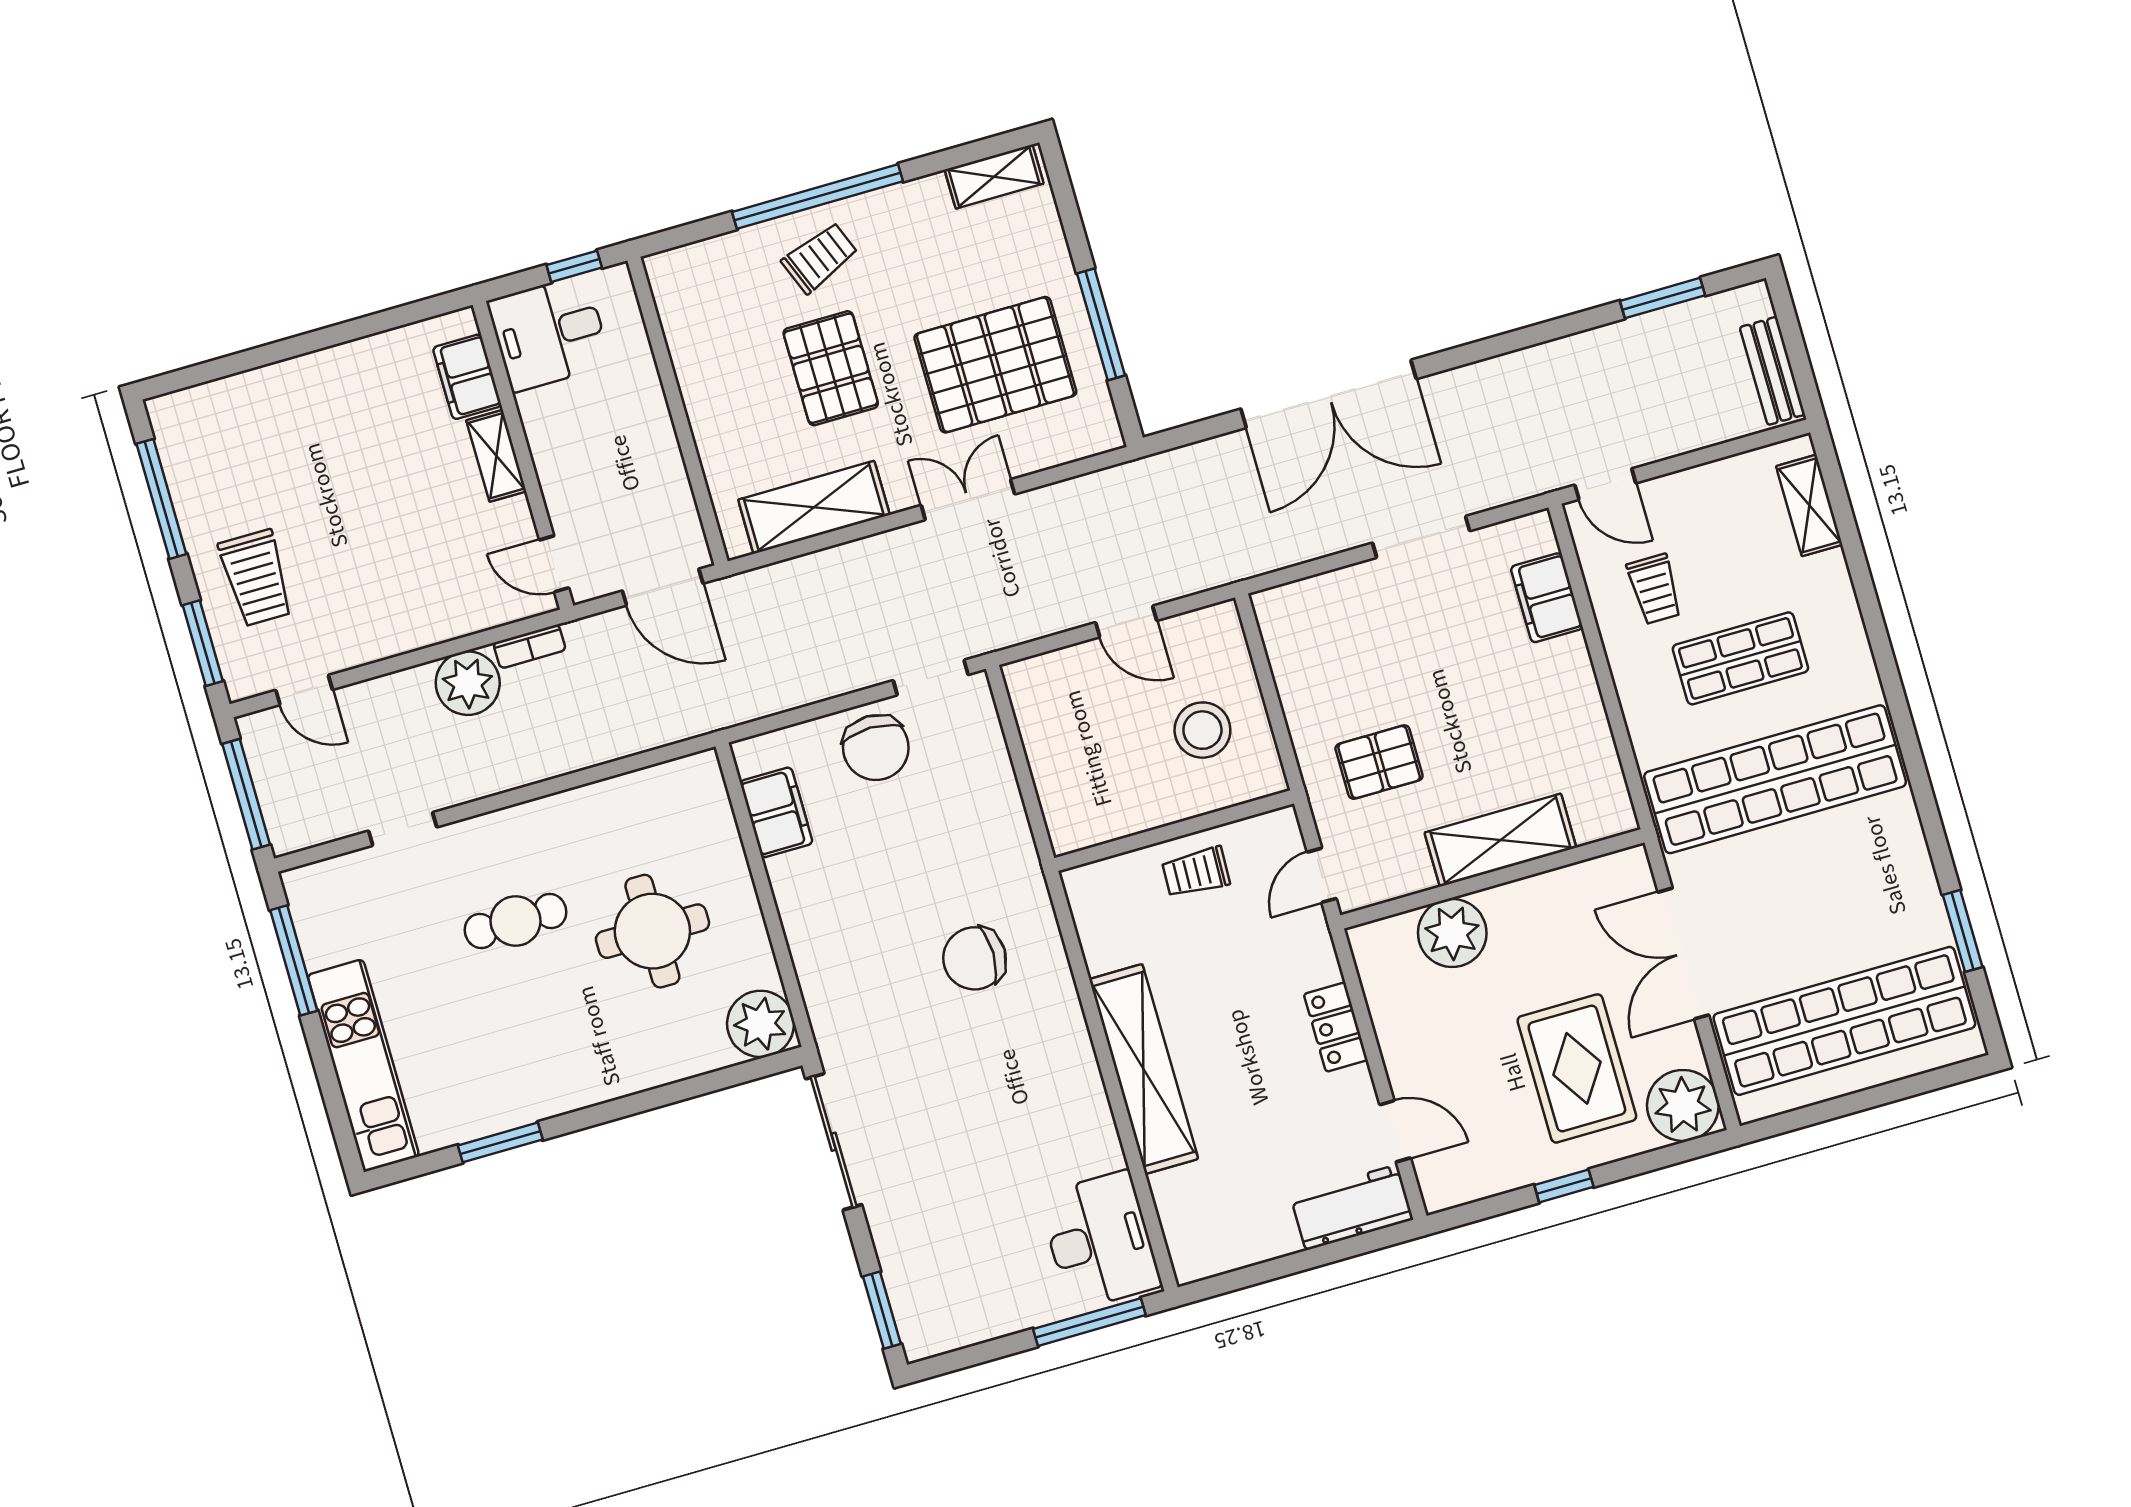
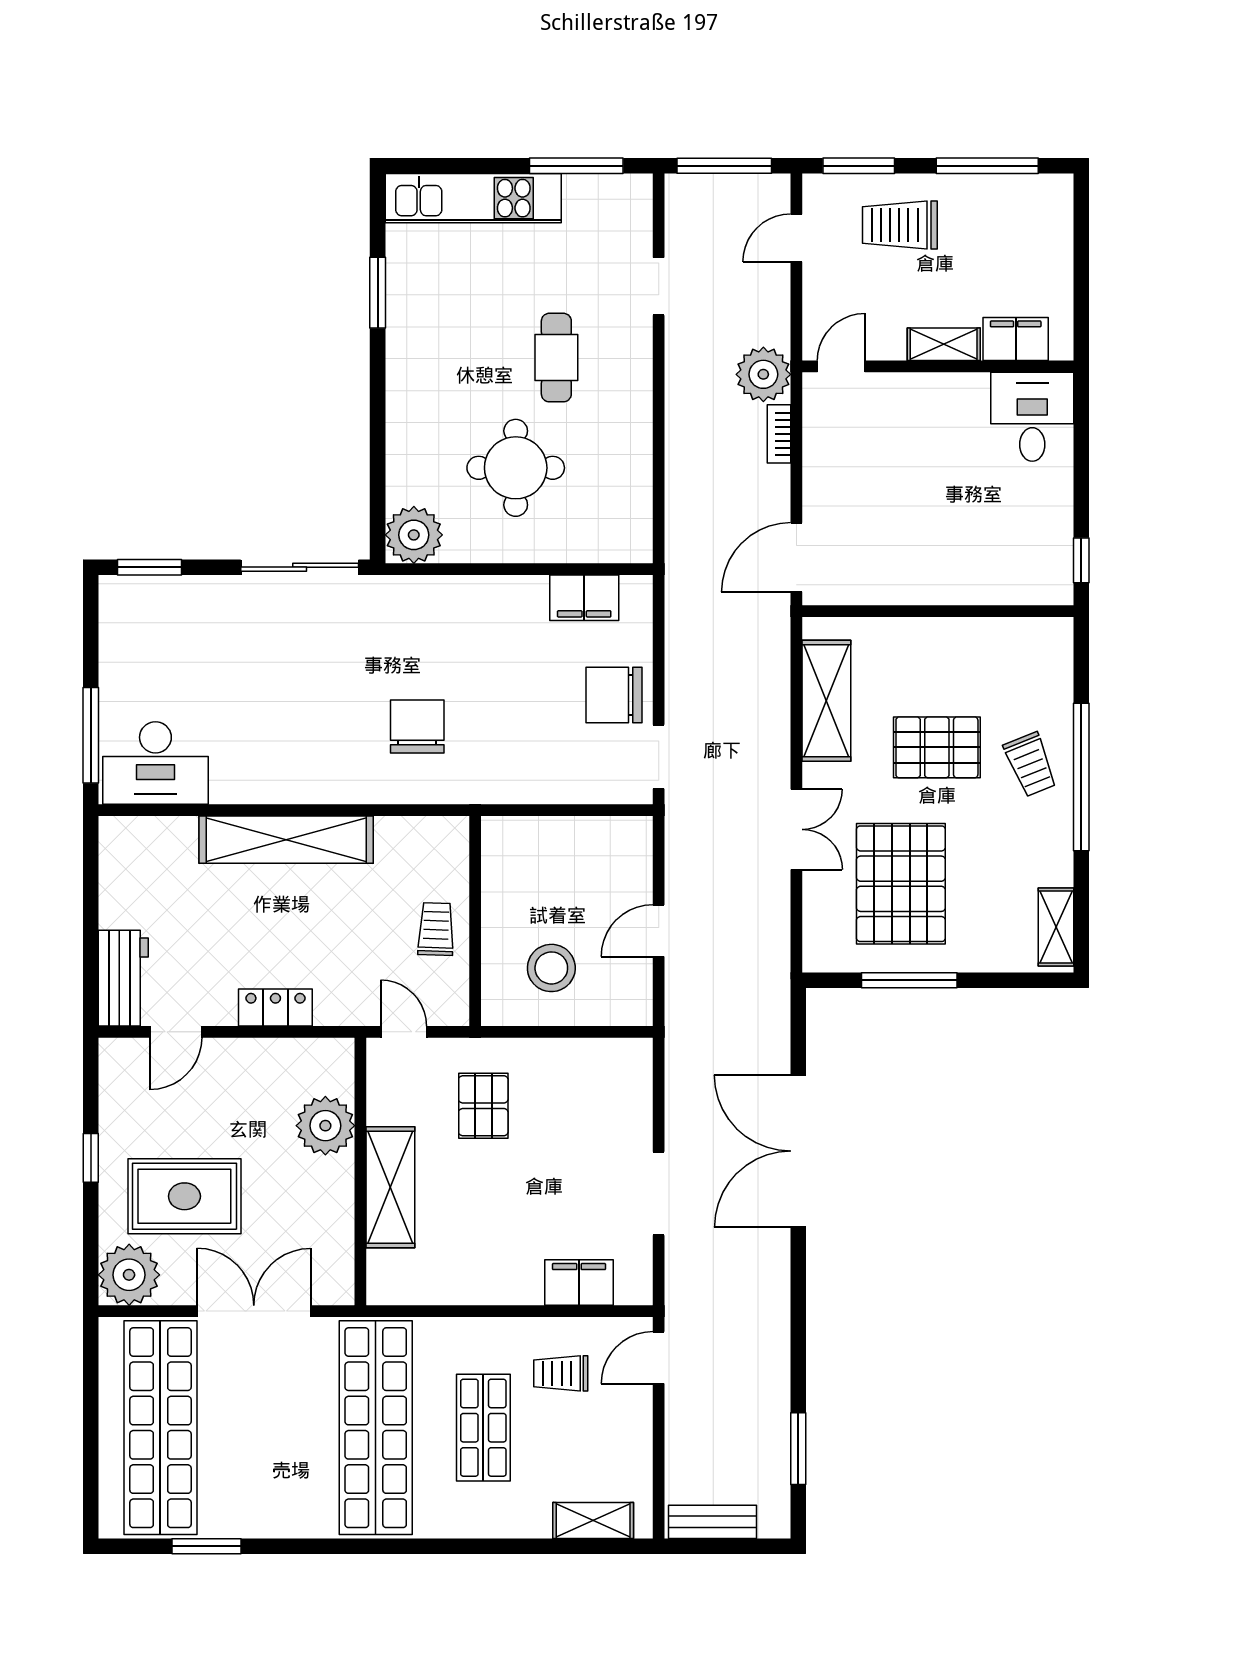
desk: (549, 333) -> (1032, 417), moved
filing cabinet: (467, 377) -> (1016, 339), moved
wall: (523, 455) -> (938, 366), moved
shelving: (496, 456) -> (944, 344), moved
door: (554, 564) -> (841, 366), moved

